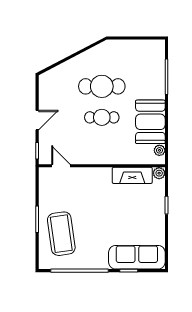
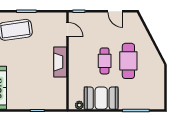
door: (37, 120) -> (115, 11), moved
door: (61, 166) -> (67, 29), hinge flipped
plant: (159, 173) -> (62, 105), removed
fireplace: (132, 175) -> (60, 62), moved

